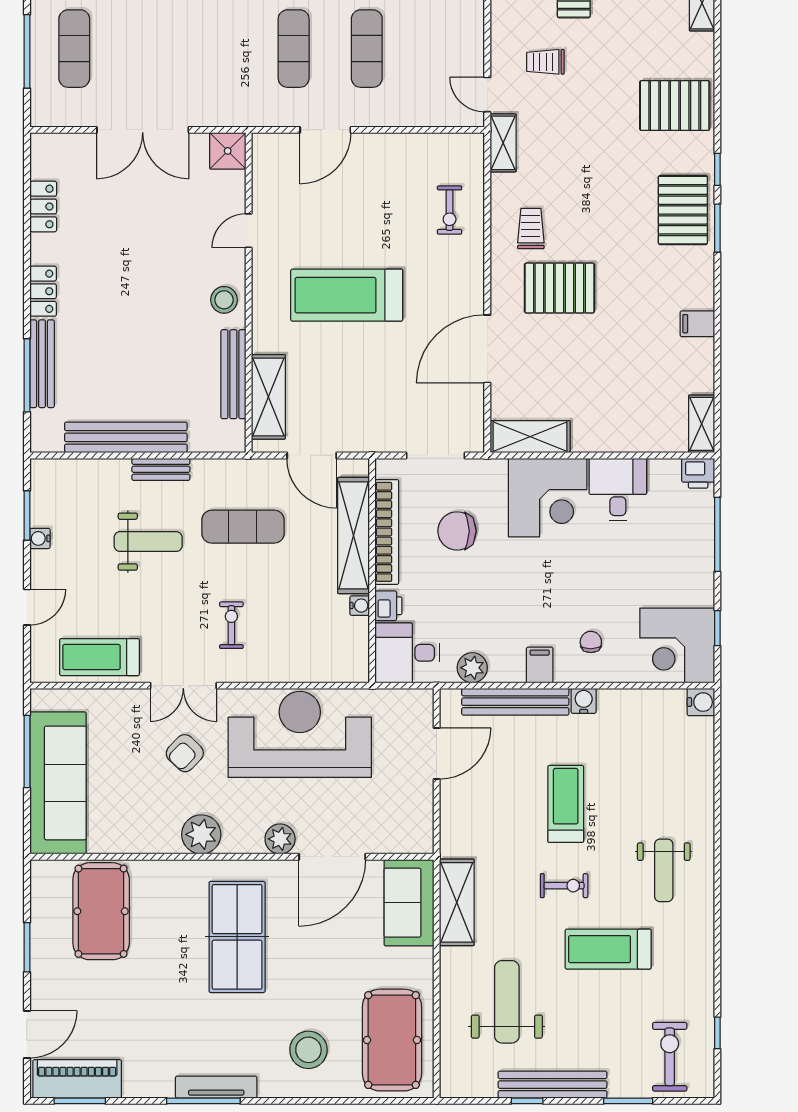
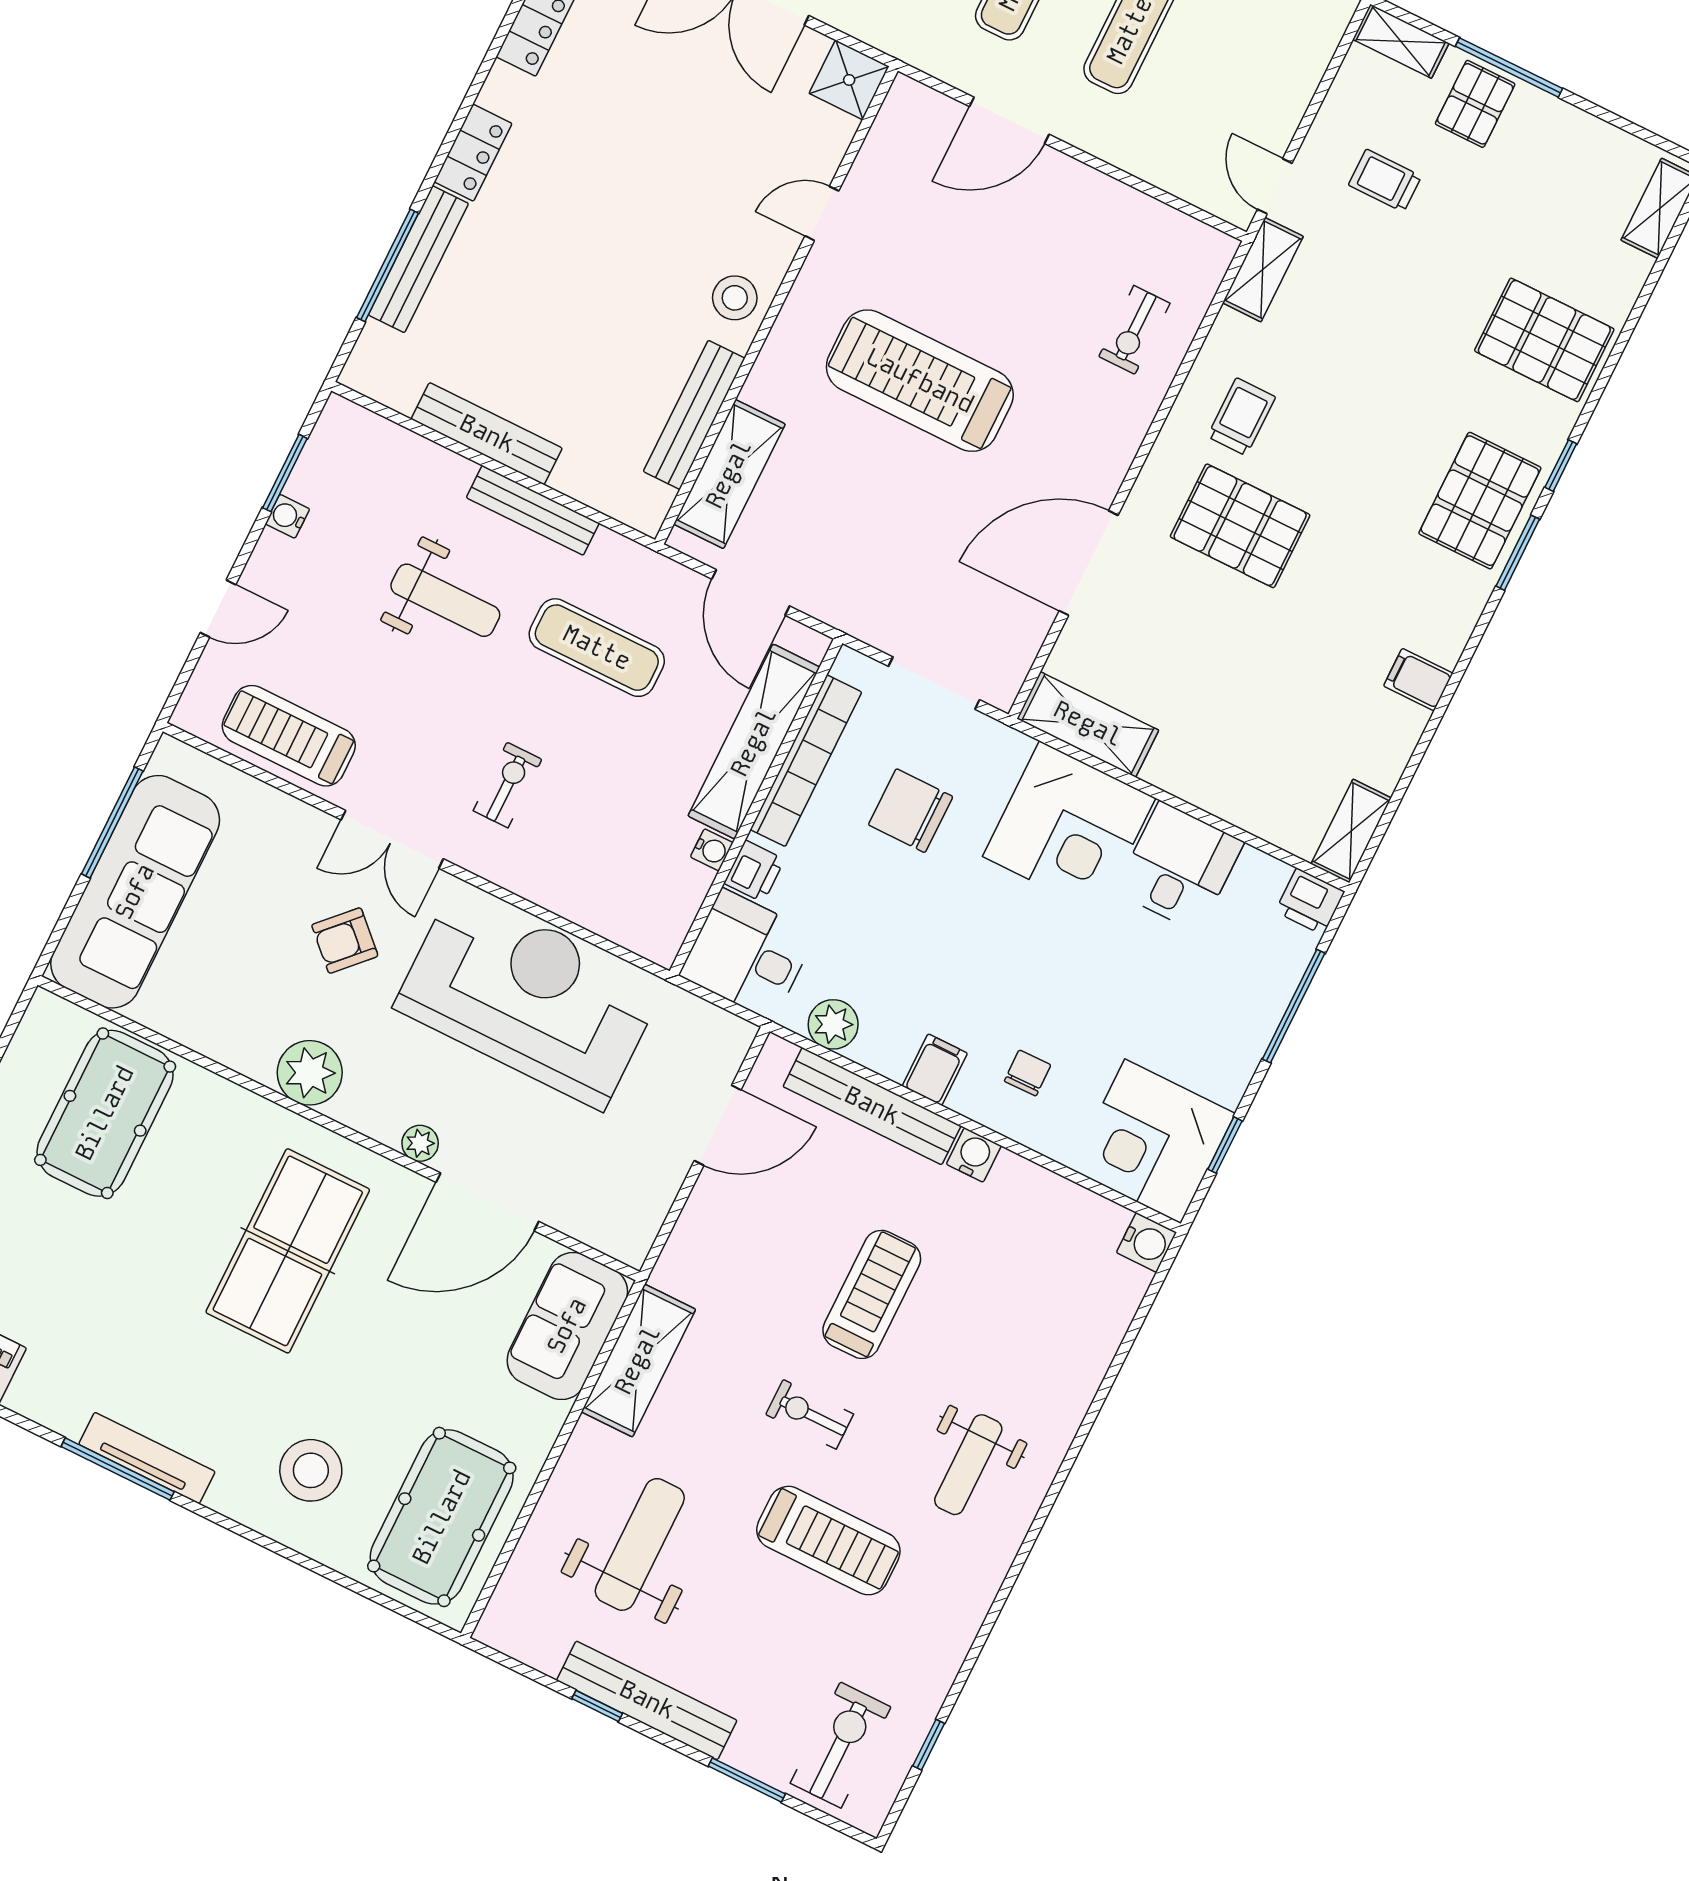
bench: (126, 437) -> (487, 434), width x0.73, depth x0.82
bench: (161, 469) -> (533, 510), width x1.36
plant: (280, 839) -> (420, 1143), width x0.73, depth x0.73
exercise bike: (564, 886) -> (810, 1414), turned 180
treadmill: (608, 949) -> (828, 1541), turned 180

